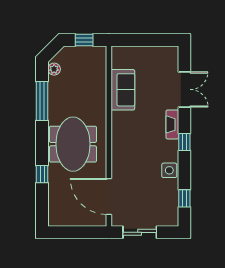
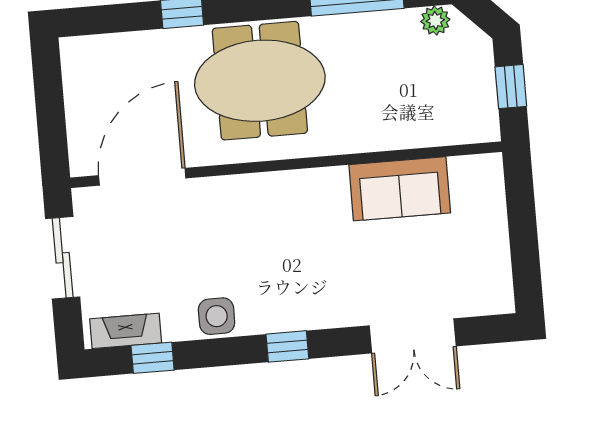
fireplace: (172, 124) -> (126, 331), moved

